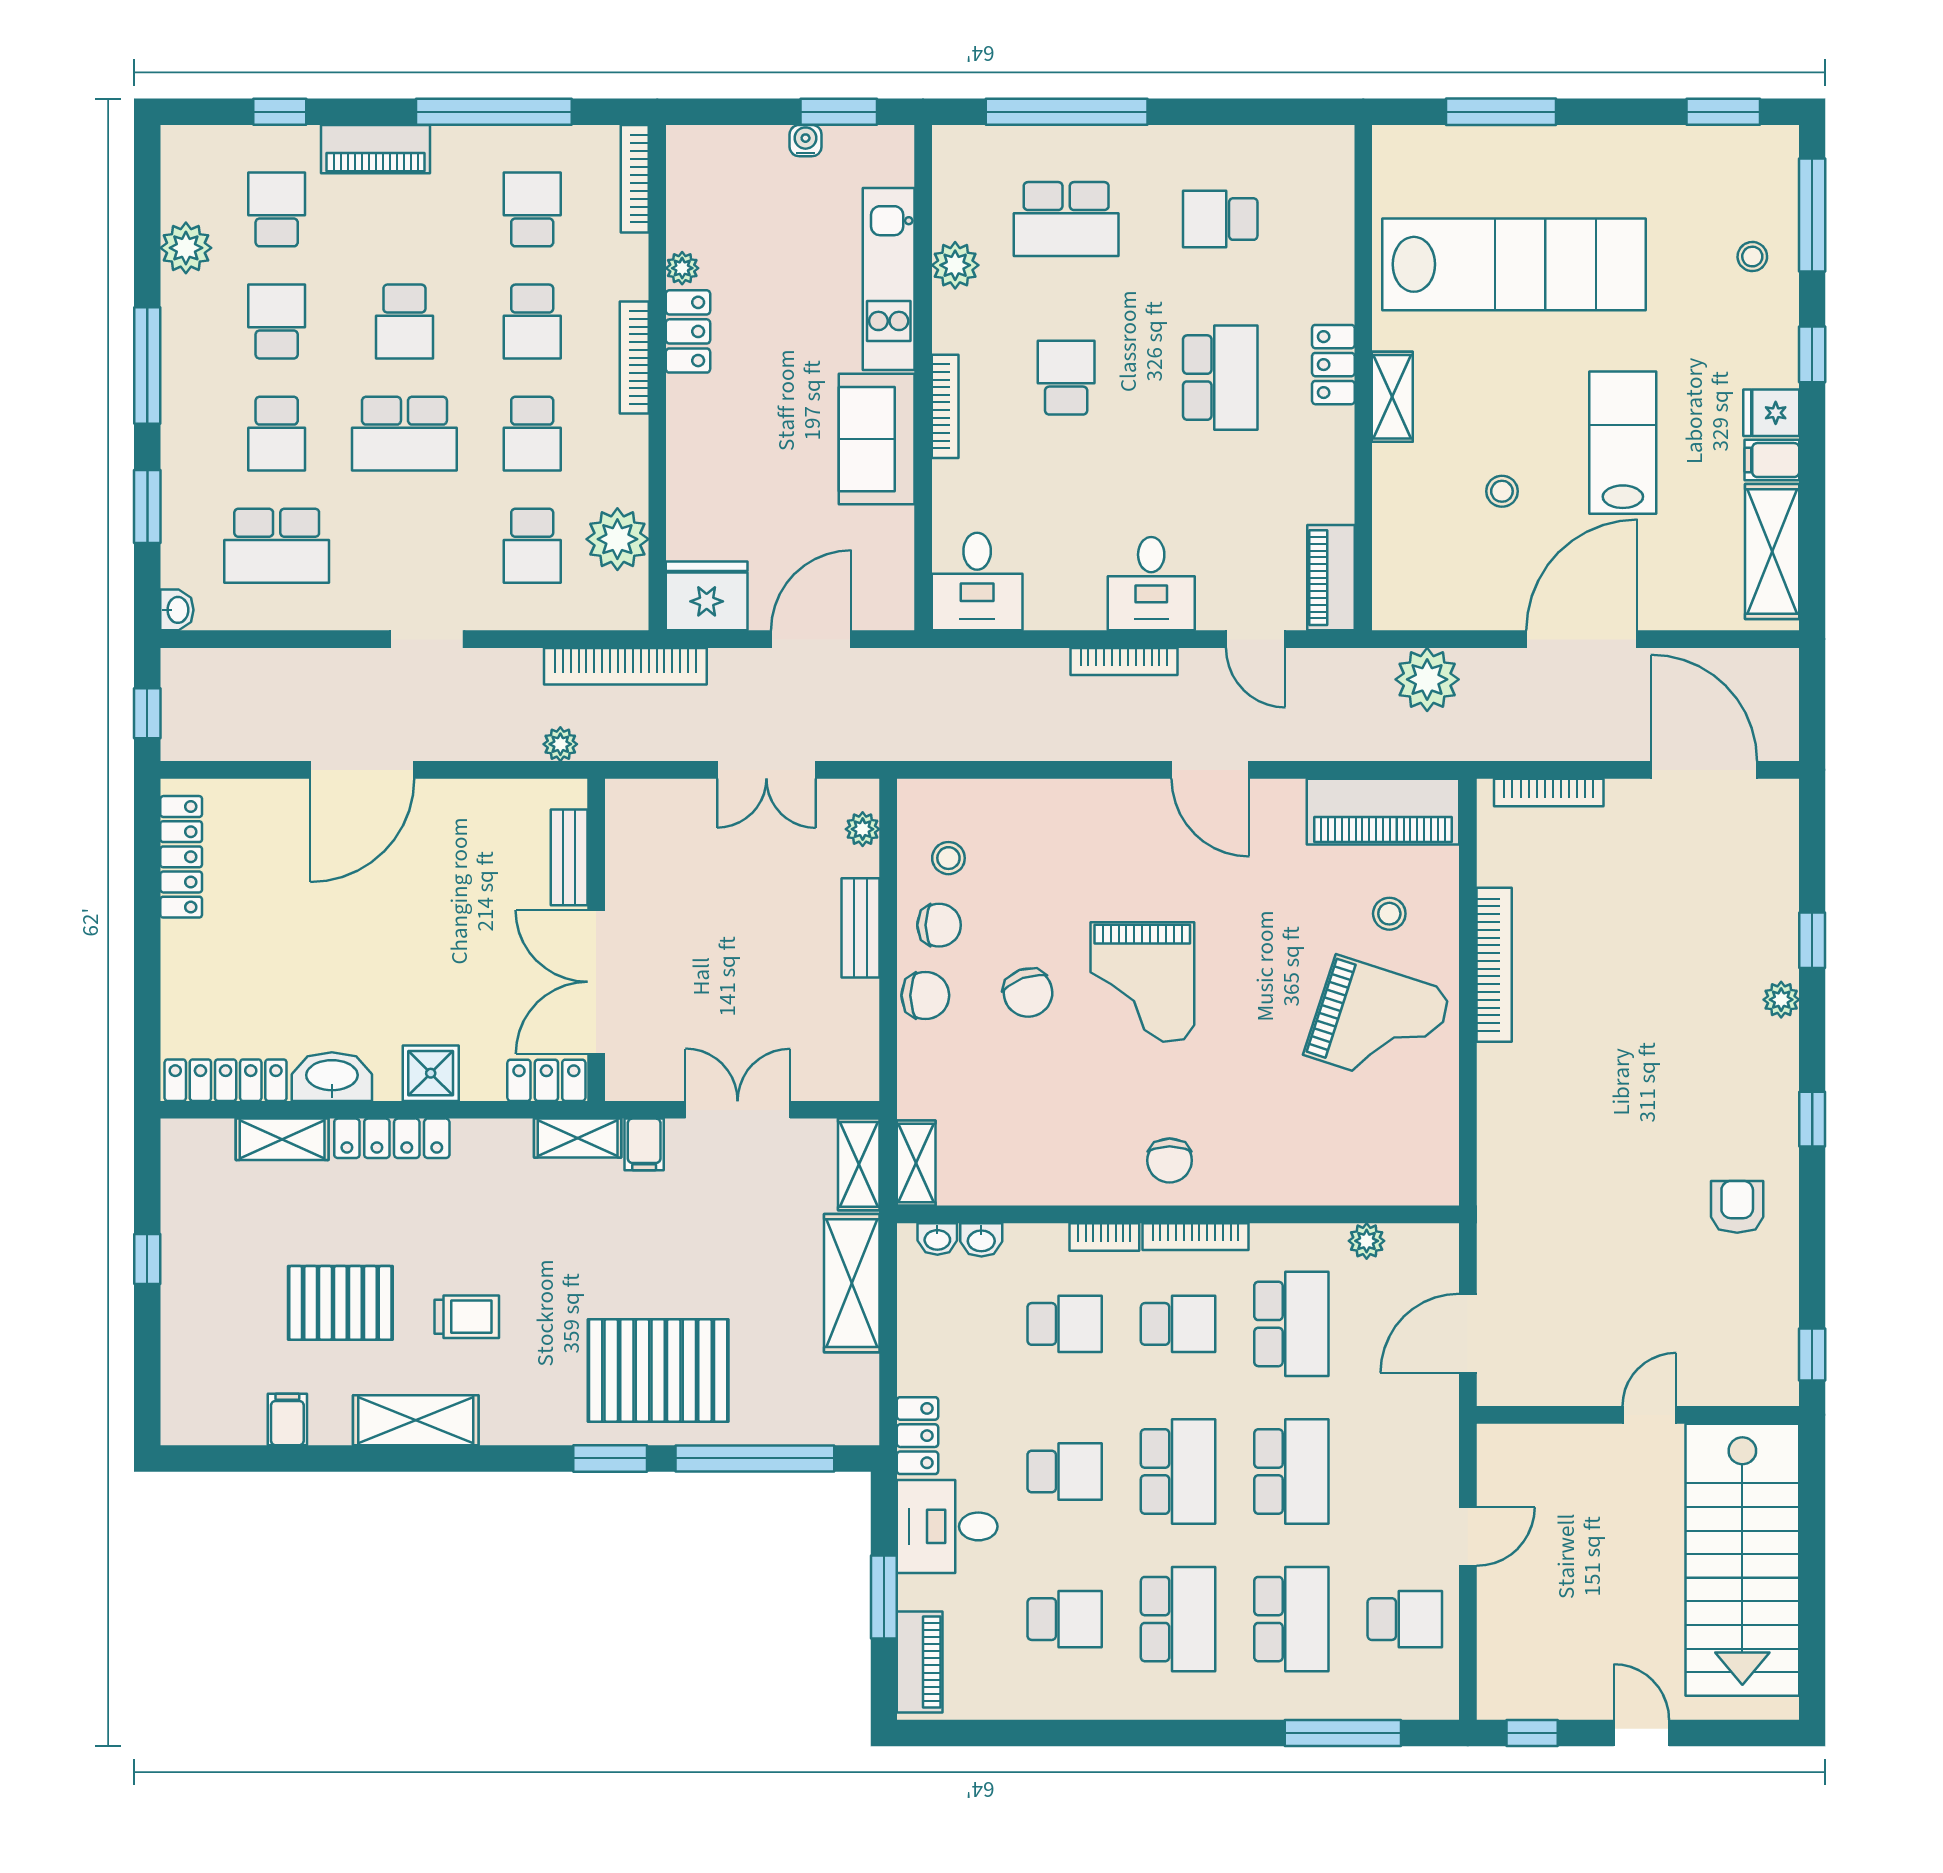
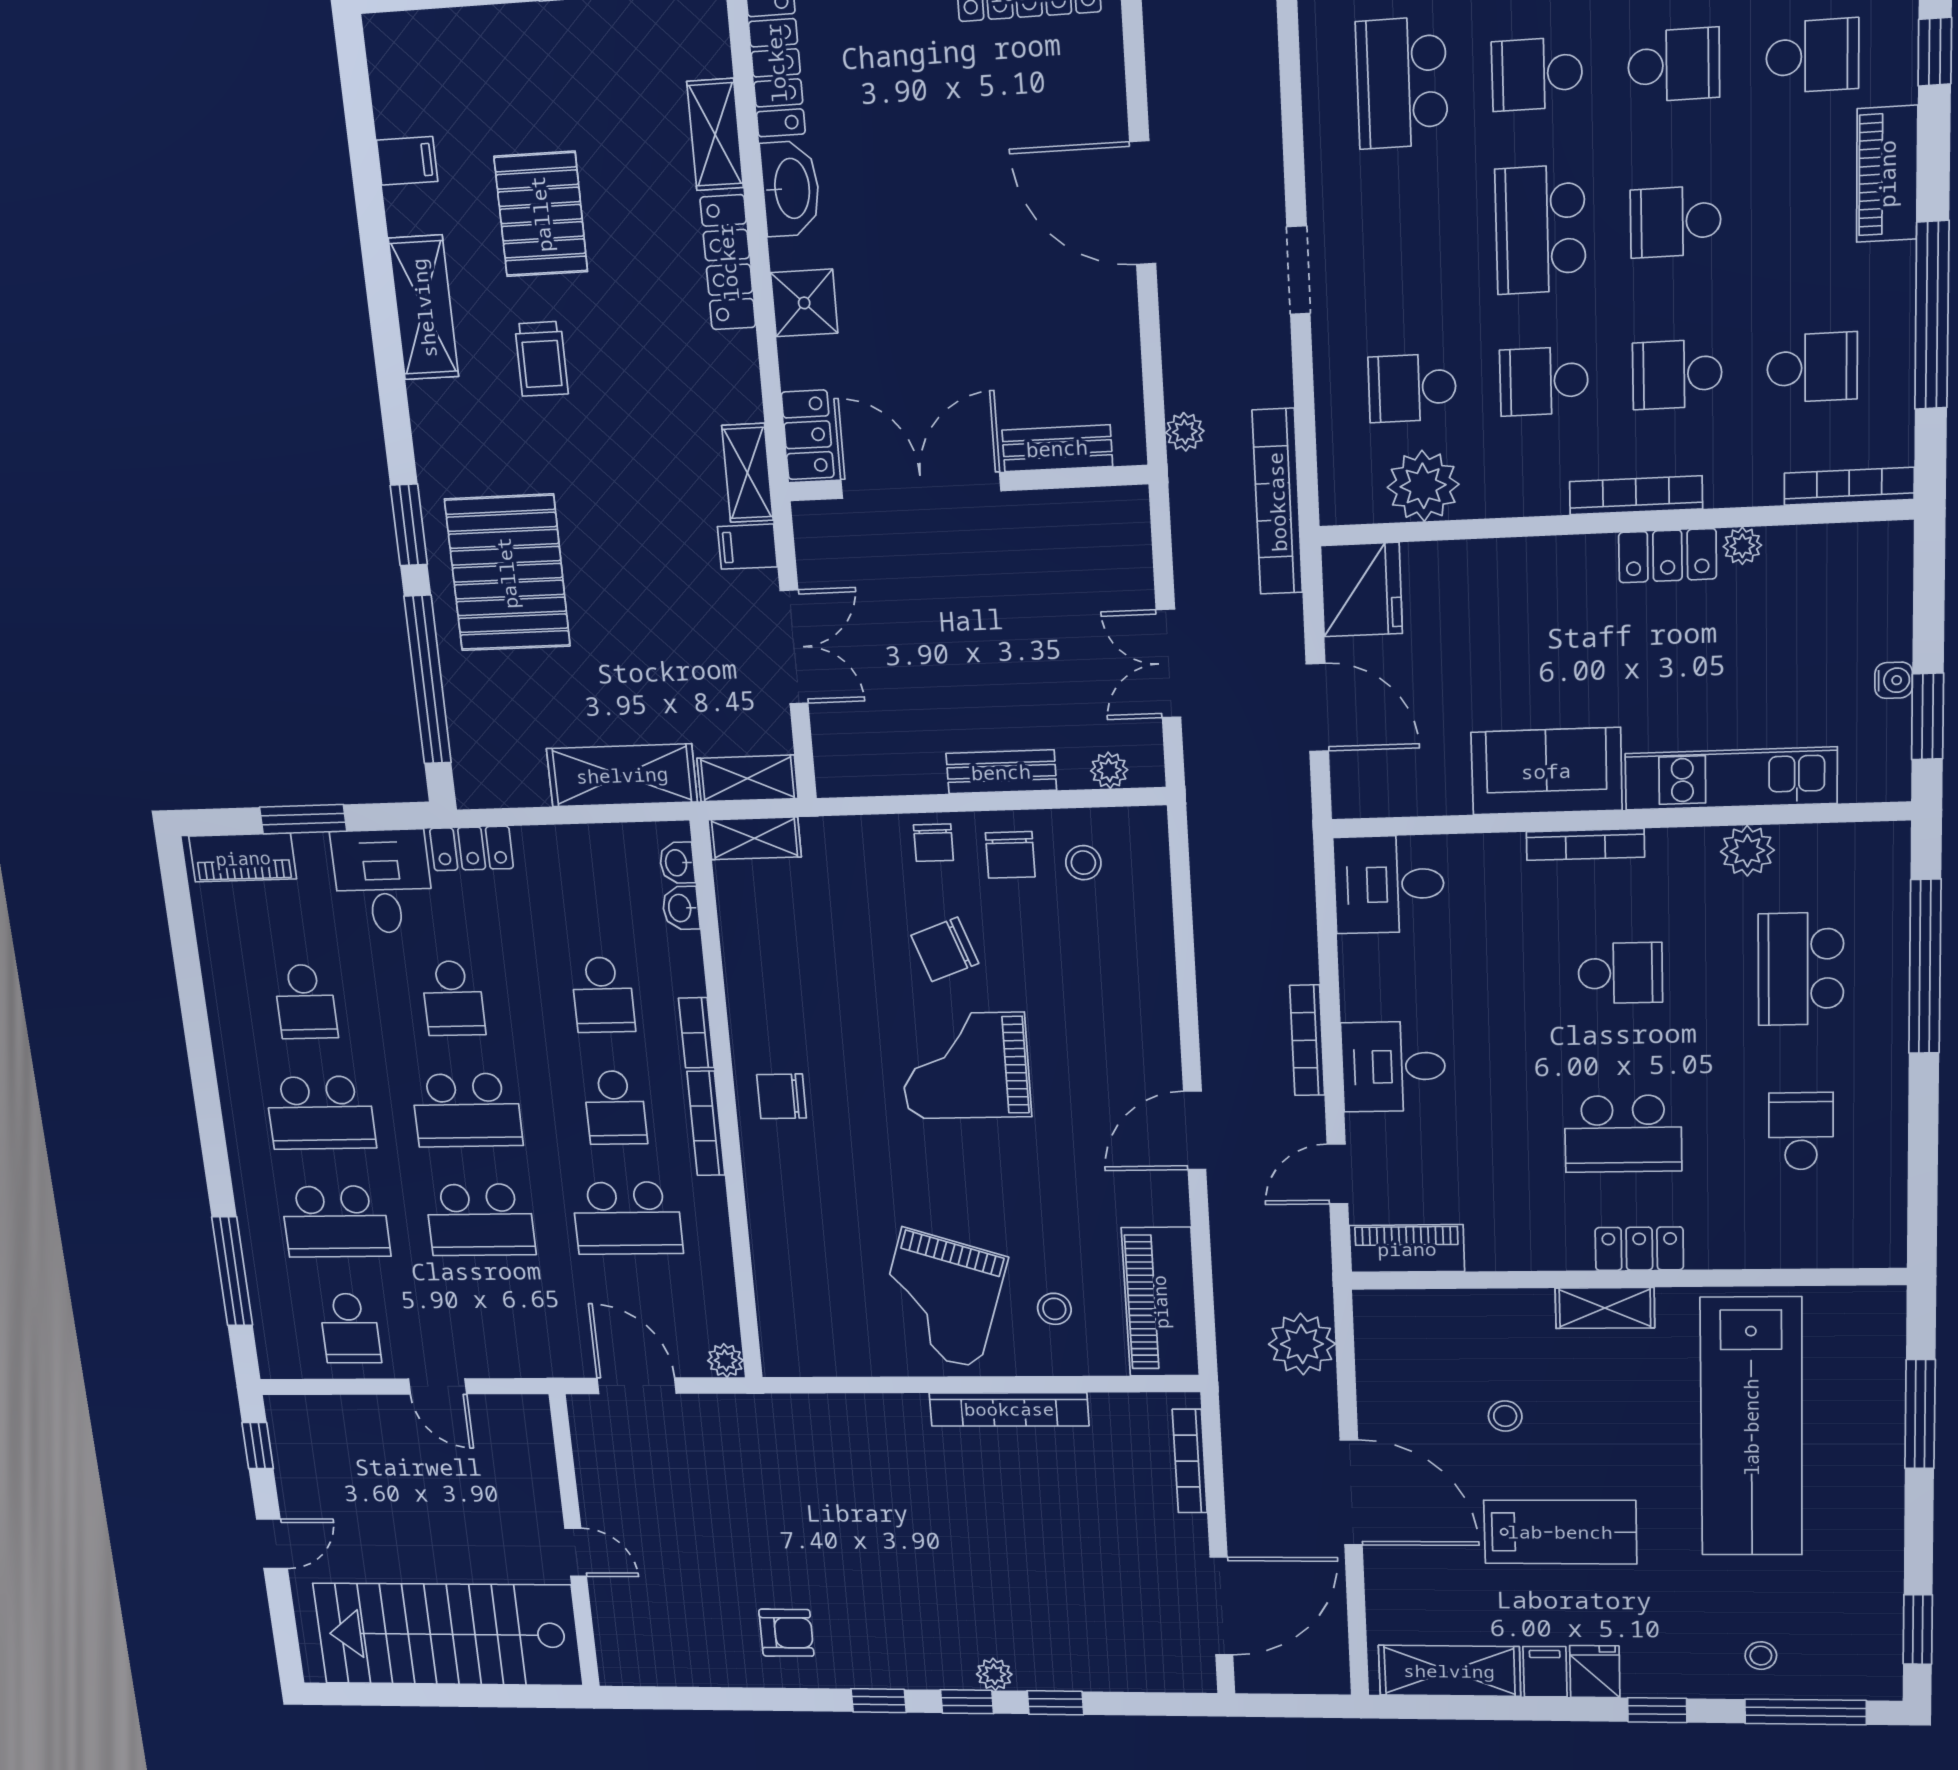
chair: (925, 995) -> (933, 843), width x0.73, depth x0.73
plant: (1367, 1241) -> (725, 1360), moved
window: (1812, 1355) -> (967, 1702), moved

